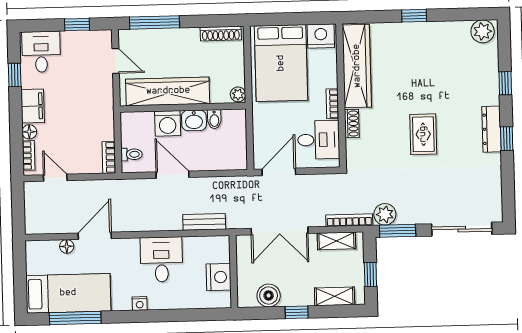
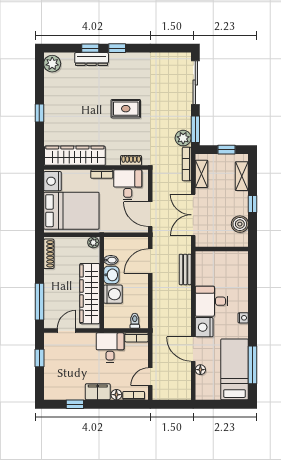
desk: (41, 52) -> (110, 348), moved, turned 90
shoe rack: (352, 124) -> (131, 160), moved
dresser: (492, 129) -> (92, 59), moved
window: (507, 139) -> (117, 48), moved
door: (173, 175) -> (150, 261), moved
double door: (280, 231) -> (193, 215), swing flipped
nightstand: (219, 277) -> (204, 327), moved, turned -90

